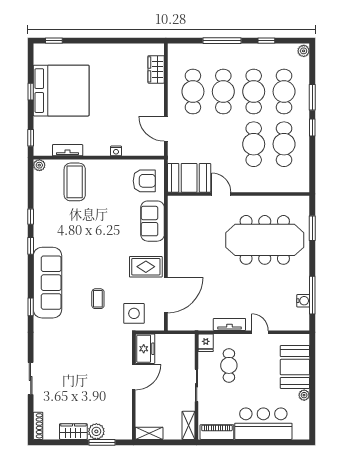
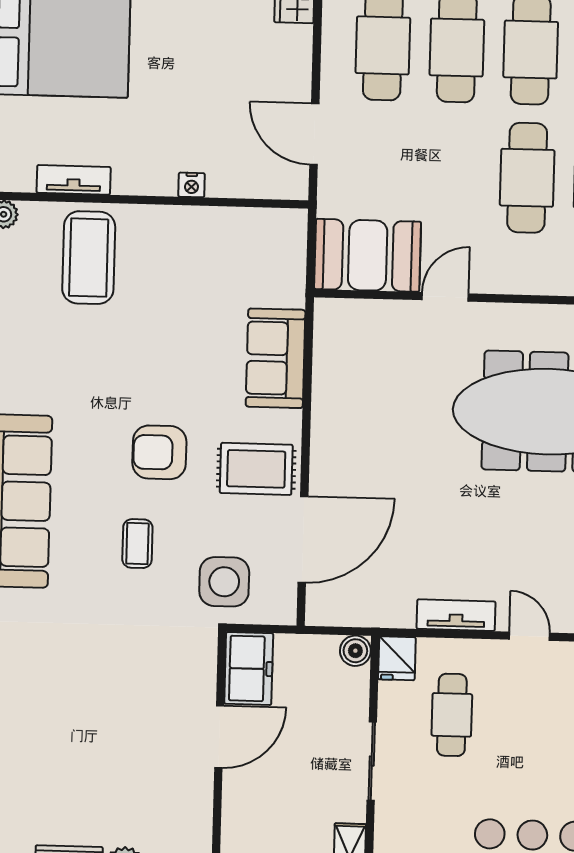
armchair: (144, 181) -> (159, 452), moved, turned 180
door: (221, 194) -> (445, 297), hinge flipped
boiler: (189, 340) -> (355, 651), added

